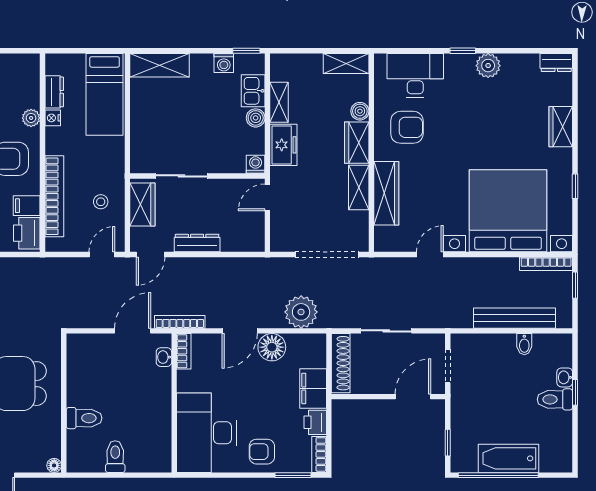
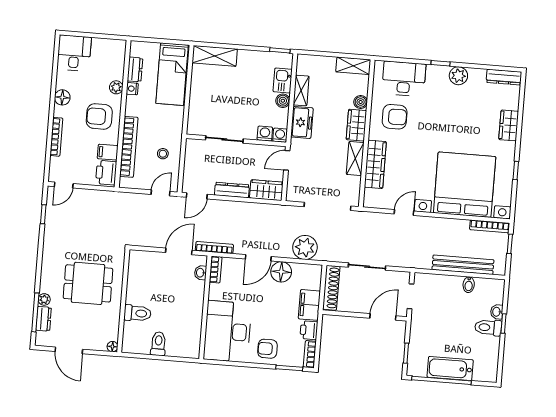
dresser: (556, 62) -> (504, 77), width x1.44
washing machine: (224, 63) -> (265, 134), moved, turned 180
wardrobe: (142, 205) -> (266, 190), moved, turned -90

